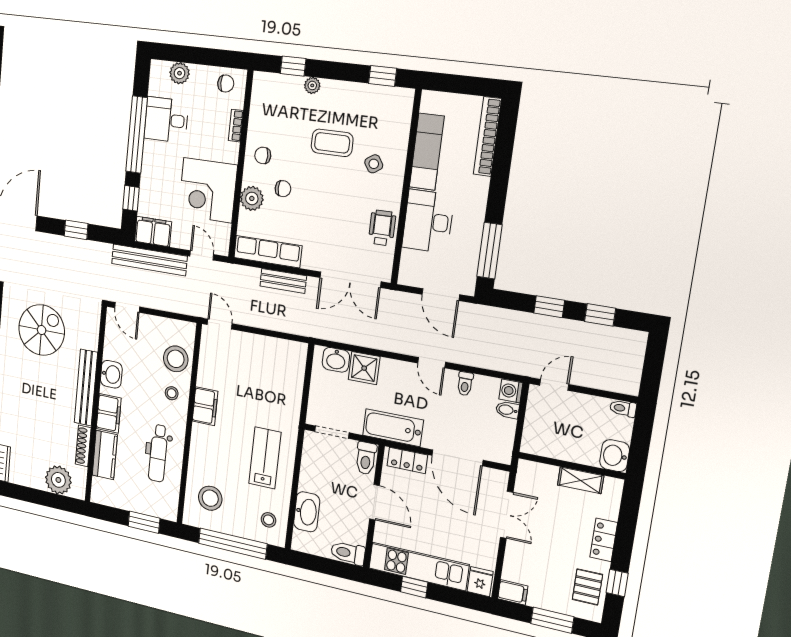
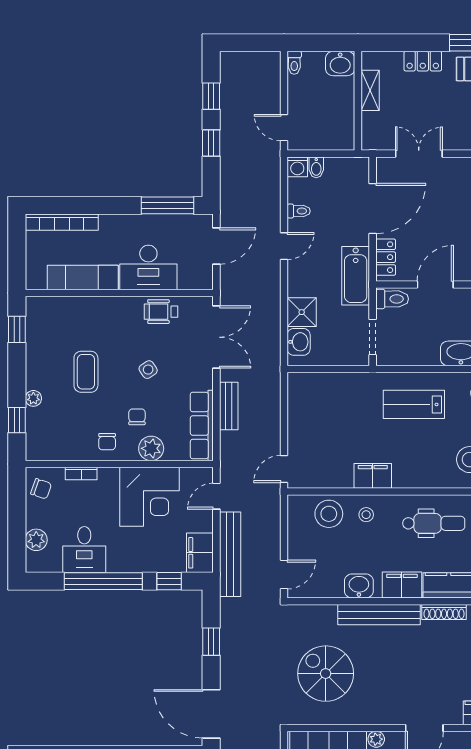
chair: (226, 84) -> (41, 489), turned 109
side table: (374, 164) -> (148, 370), moved

